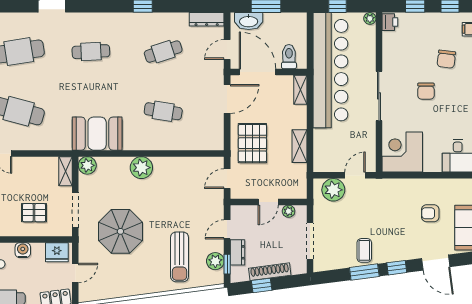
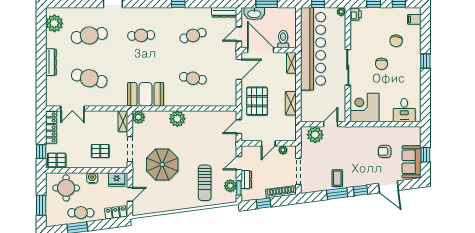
shoe rack: (270, 272) -> (281, 192), moved

